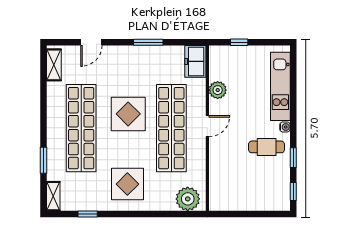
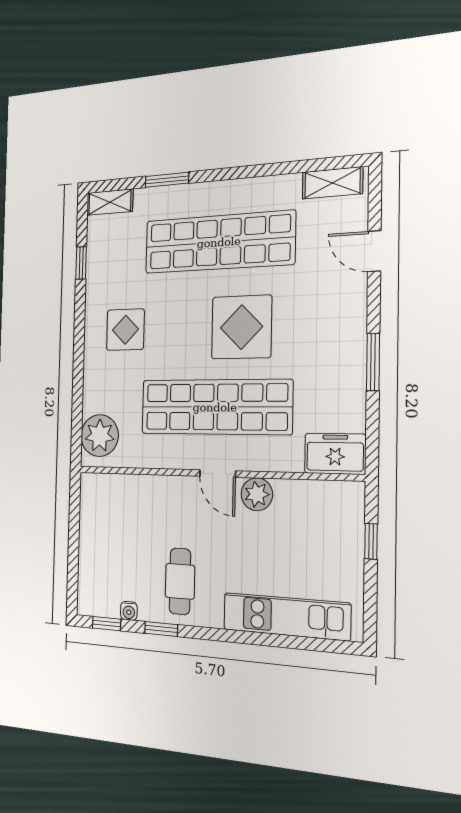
plant: (218, 90) -> (257, 494), moved
water cooler: (285, 127) -> (129, 611), moved
display table: (127, 184) -> (125, 330), width x0.73, depth x0.73

